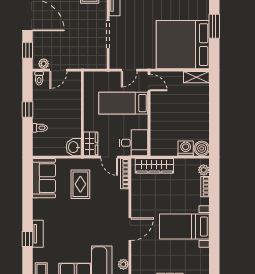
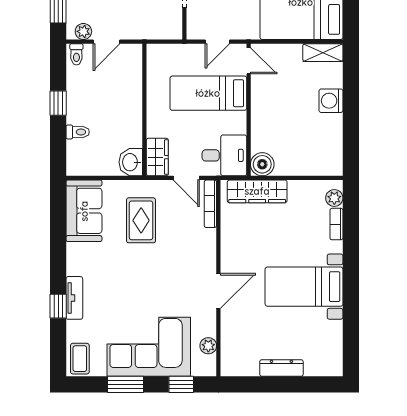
washing machine: (186, 148) -> (331, 101), moved, turned -90
boiler: (202, 148) -> (262, 164), moved

